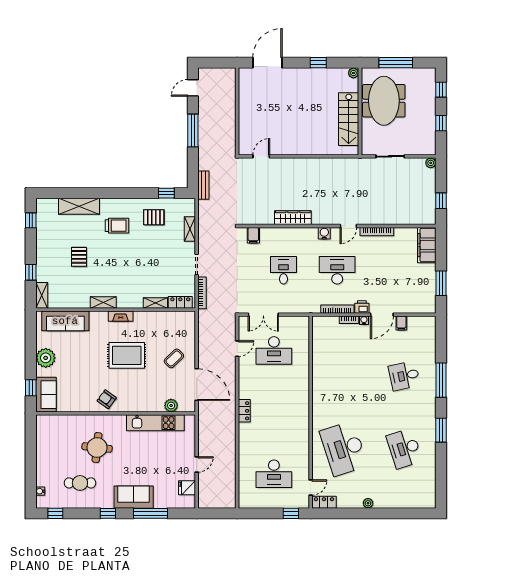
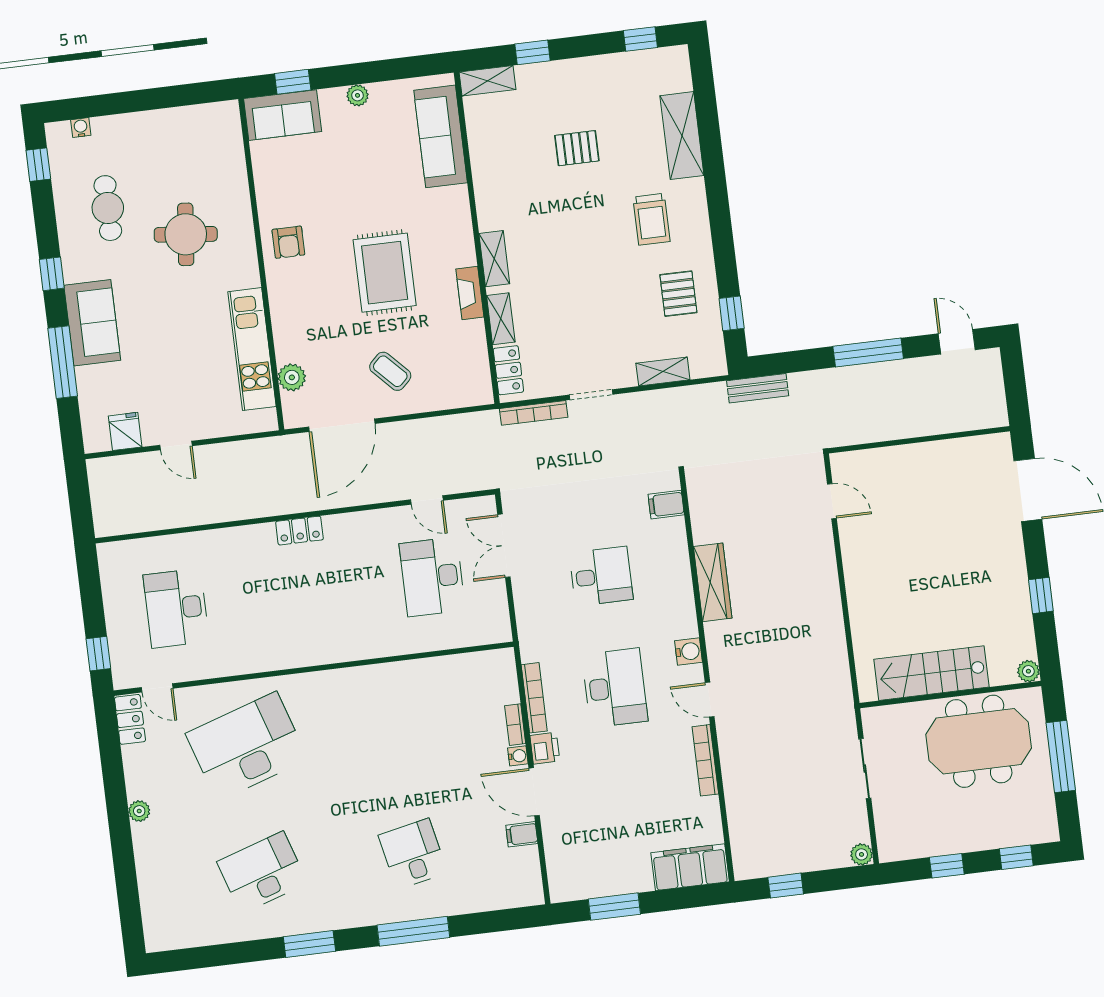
shelving: (103, 302) -> (494, 259), moved
fireplace: (121, 316) -> (470, 293), moved
plant: (46, 358) -> (358, 95), width x0.53, depth x0.53
armchair: (107, 399) -> (288, 242), turned 144

